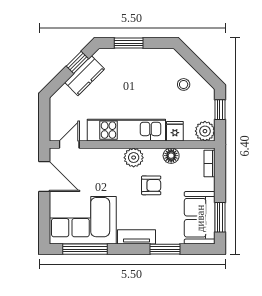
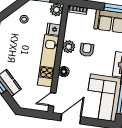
door: (69, 144) -> (52, 99), hinge flipped
floor lamp: (171, 156) -> (64, 72), moved
plant: (134, 158) -> (69, 47), moved

